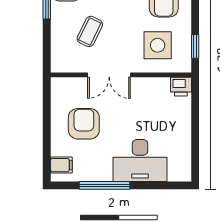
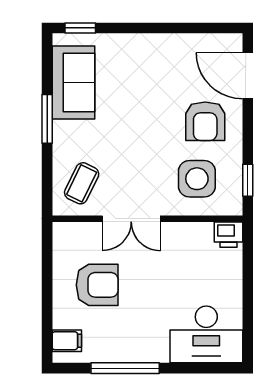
coffee table: (90, 31) -> (82, 183), moved
armchair: (84, 124) -> (97, 285), turned 90
desk: (140, 160) -> (206, 334), moved

